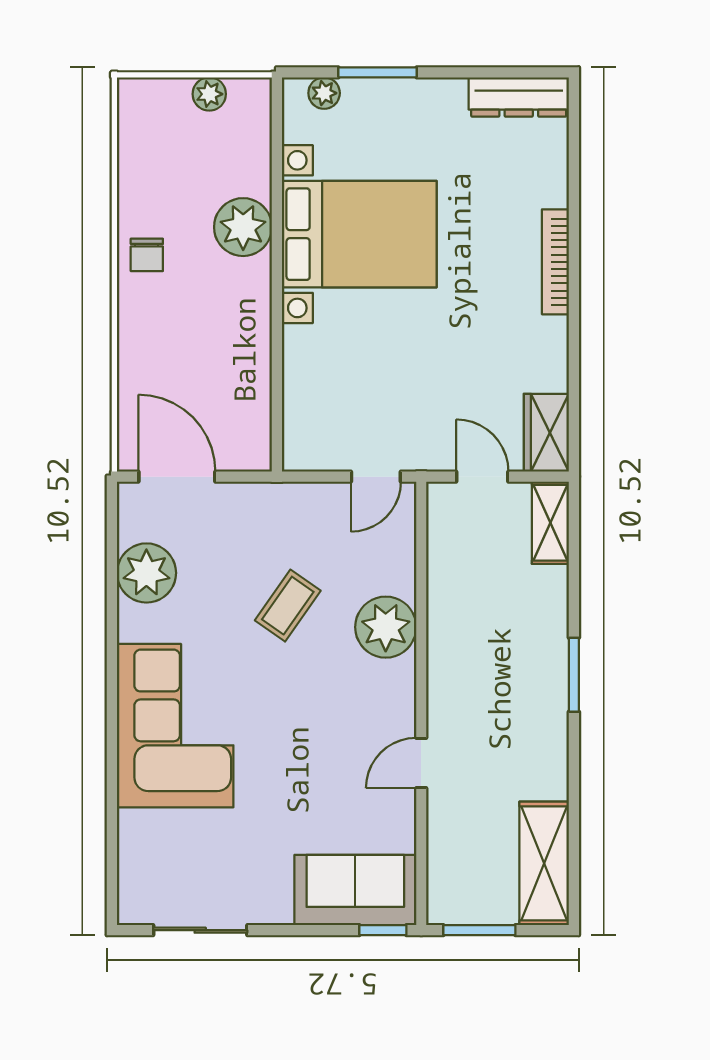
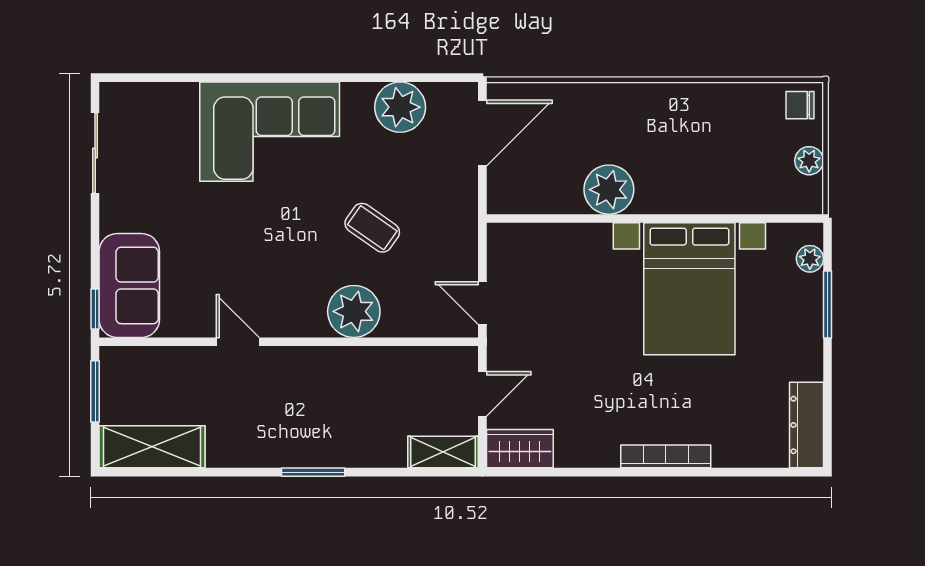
plant: (243, 227) -> (609, 190), moved
chair: (147, 255) -> (800, 105), moved

